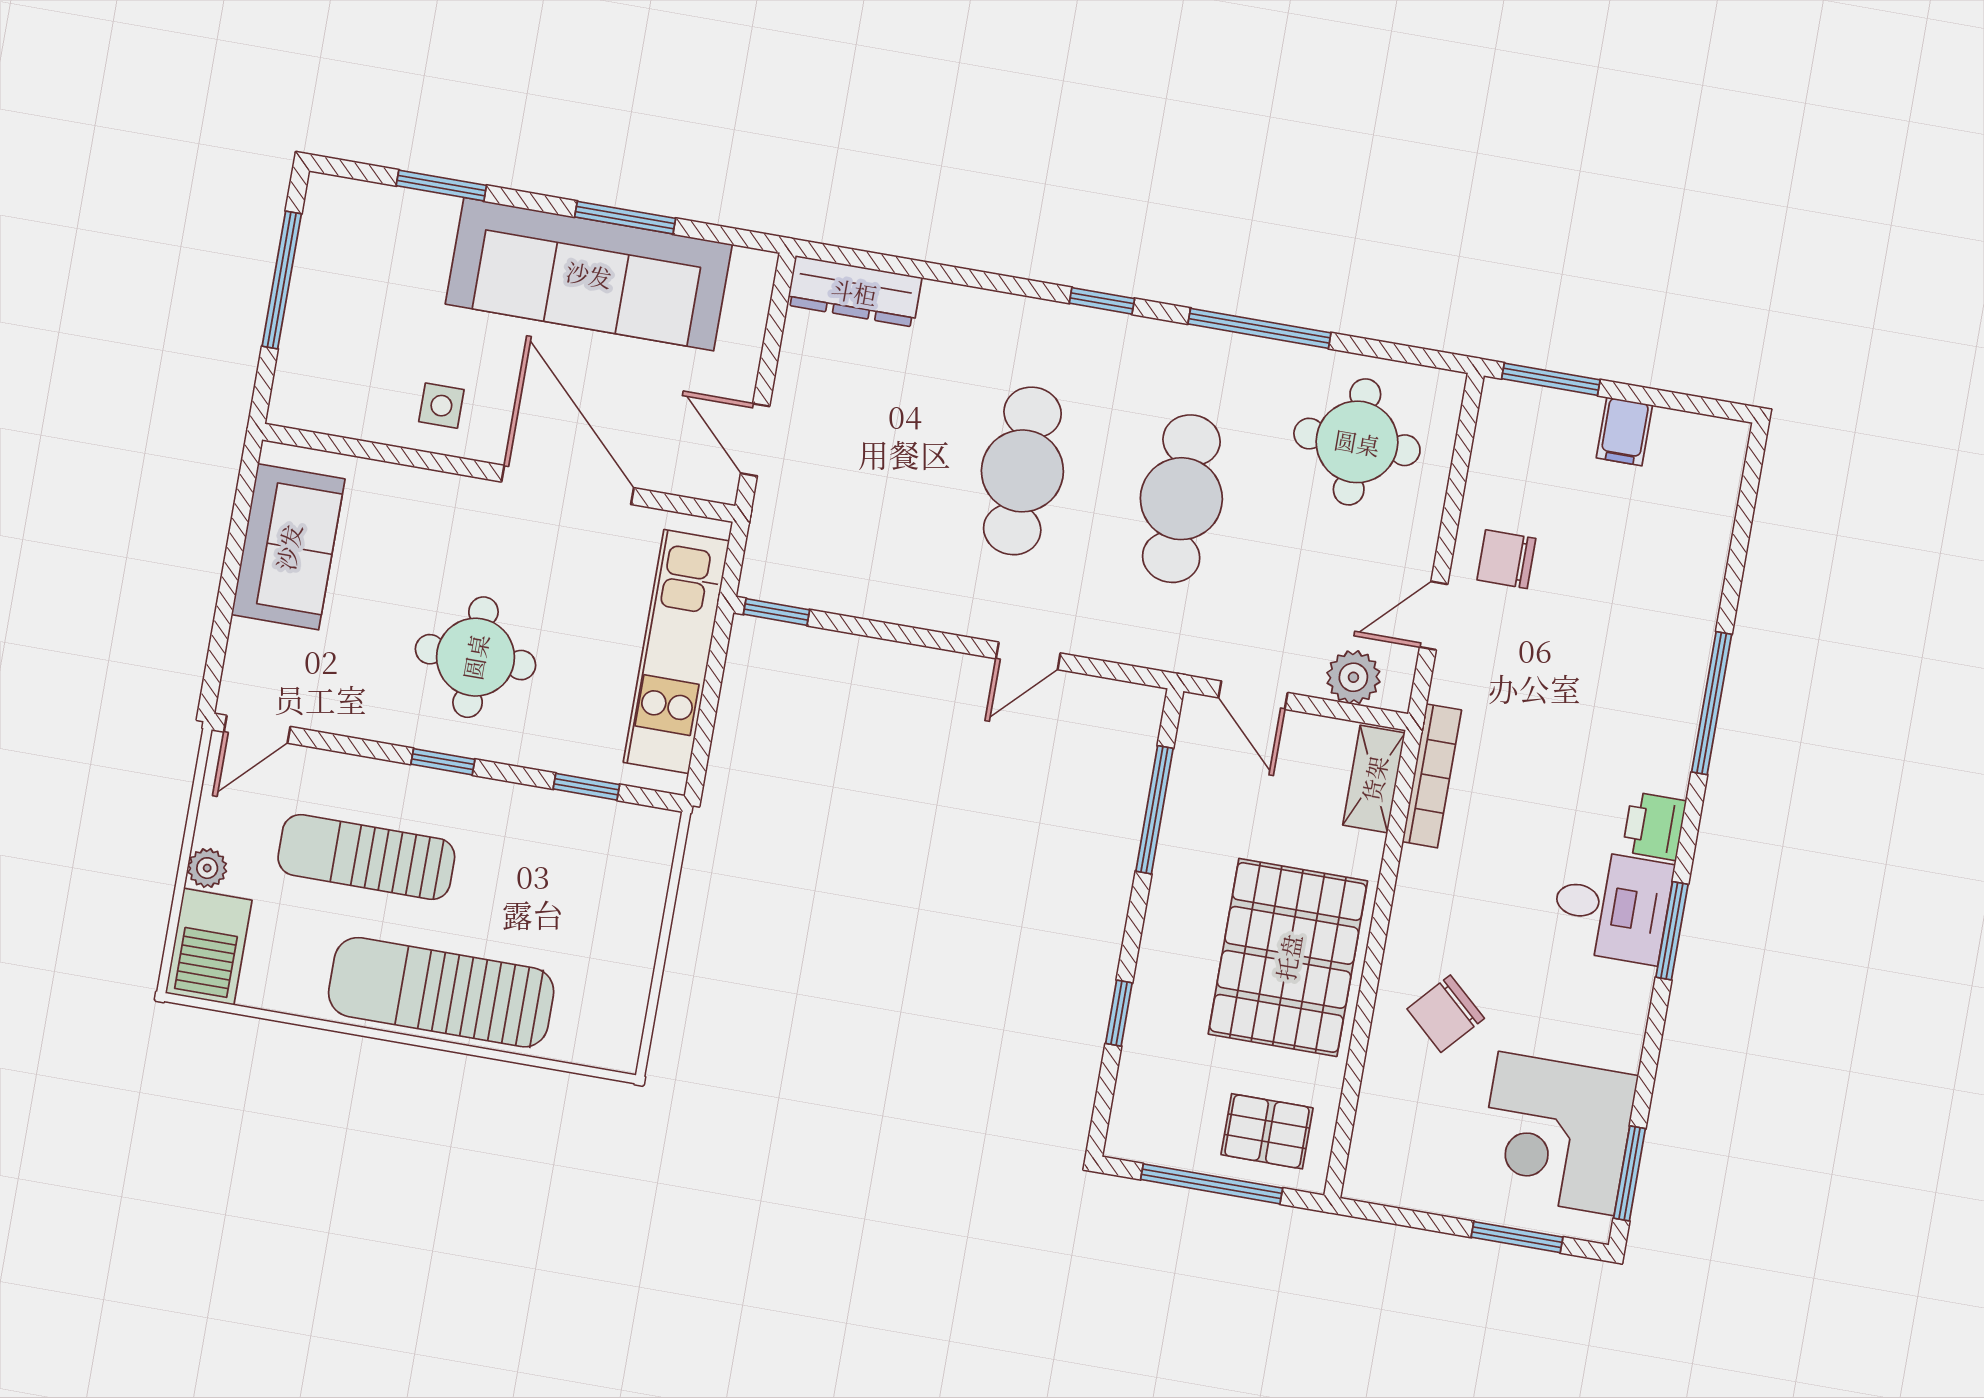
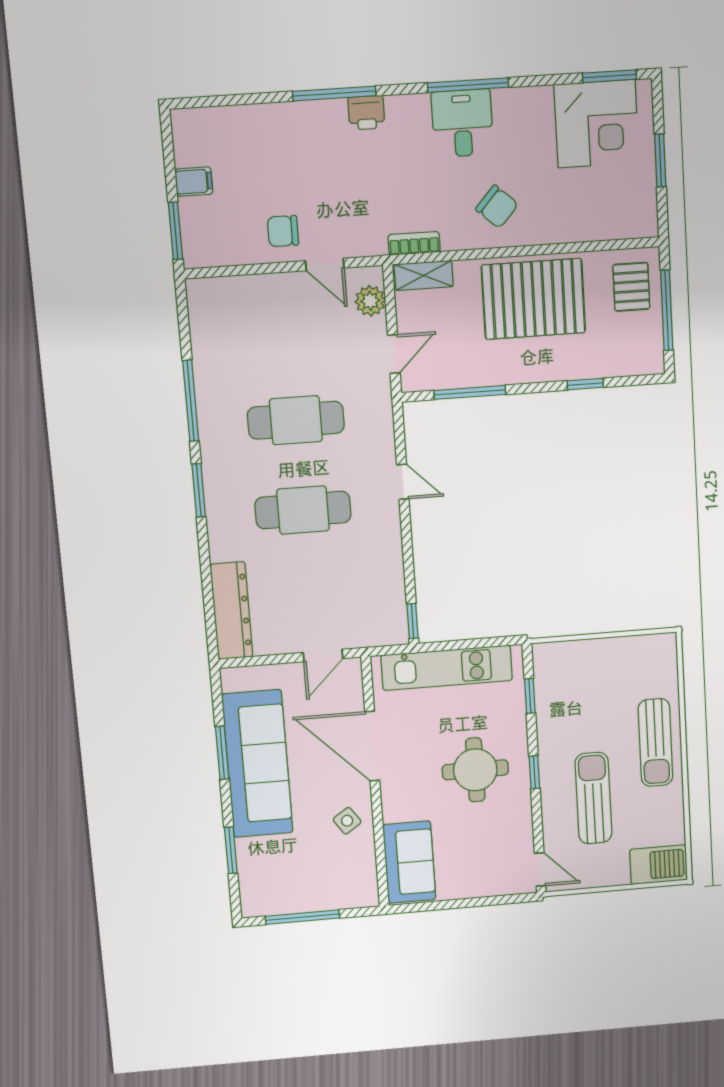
dresser: (854, 291) -> (231, 611), width x1.37, depth x1.24
window: (1102, 301) -> (199, 490), width x1.50
side table: (441, 406) -> (347, 821), turned -34
round table: (1357, 442) -> (239, 331), removed
door: (568, 485) -> (372, 746), hinge flipped
sofa: (288, 547) -> (409, 862), moved, turned 90
chair: (1506, 559) -> (283, 231), turned 90
bookcase: (1432, 776) -> (414, 243), width x0.64
printer: (1654, 826) -> (366, 113), moved
sun lounger: (366, 857) -> (594, 798), turned 180
plant: (207, 868) -> (618, 876), removed
window: (1672, 931) -> (468, 85), width x1.44
sun lounger: (441, 992) -> (655, 743), width x0.73, depth x0.75
chair: (1446, 1014) -> (497, 207), moved
window: (1517, 1237) -> (660, 161), moved

